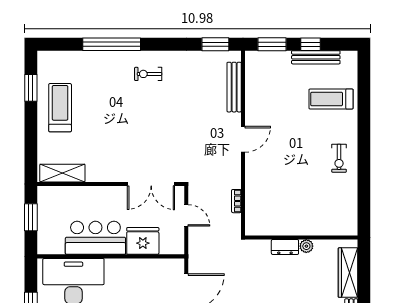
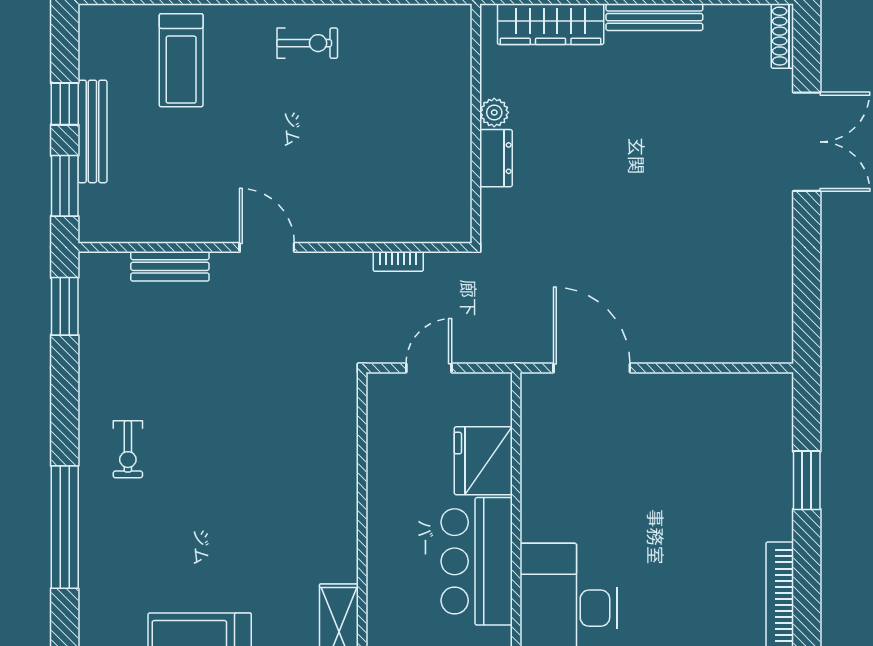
bench: (316, 57) -> (92, 131), moved
bench: (234, 87) -> (170, 266), width x0.73
double door: (151, 184) -> (362, 443), removed

